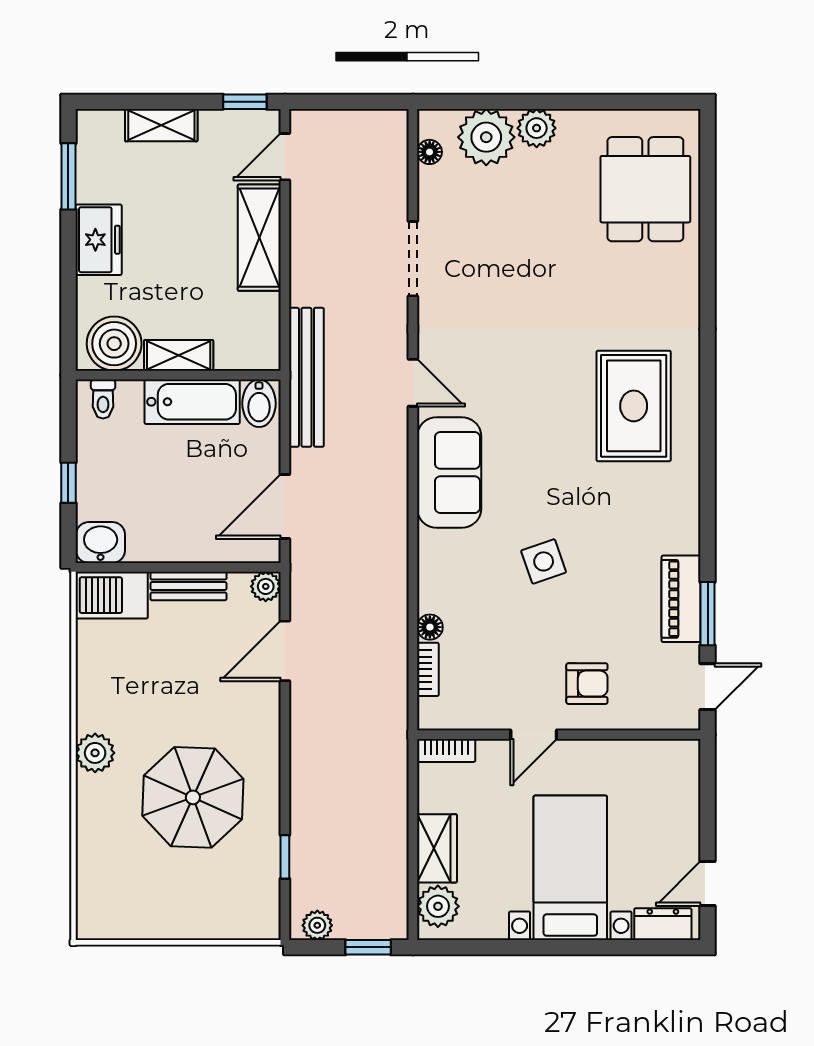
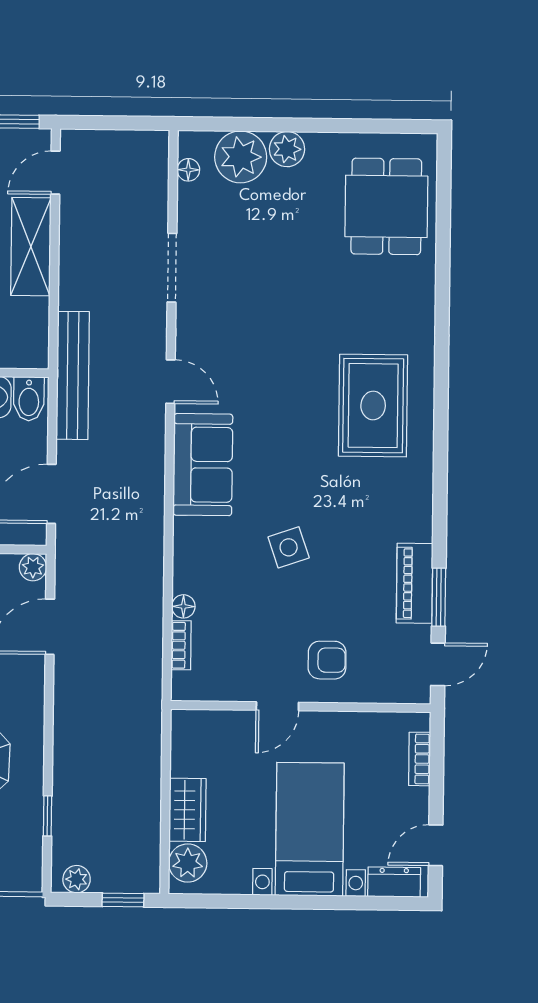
bookcase: (446, 750) -> (420, 759), moved, turned 90

